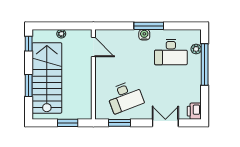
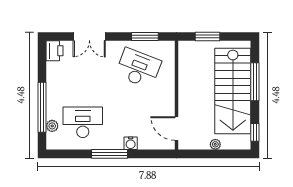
water cooler: (144, 35) -> (131, 143), moved
window: (29, 86) -> (255, 82), width x1.44
desk: (125, 97) -> (138, 68), turned 42

